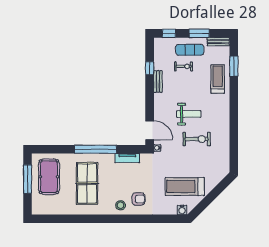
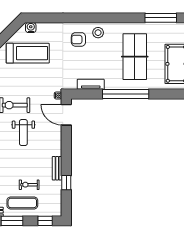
weight bench: (189, 114) -> (23, 133), turned -90
window: (63, 219) -> (161, 18), added

